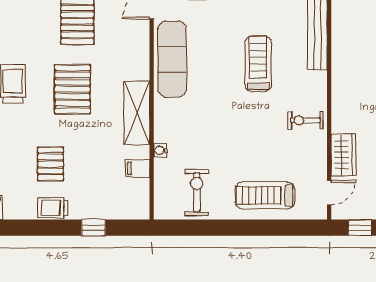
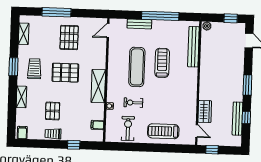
exercise mat: (172, 59) -> (137, 67), moved
pallet: (72, 89) -> (65, 73), turned 90
exercise bike: (305, 120) -> (133, 103), moved
filing cabinet: (138, 169) -> (97, 125), moved
door: (329, 193) -> (197, 131), hinge flipped

